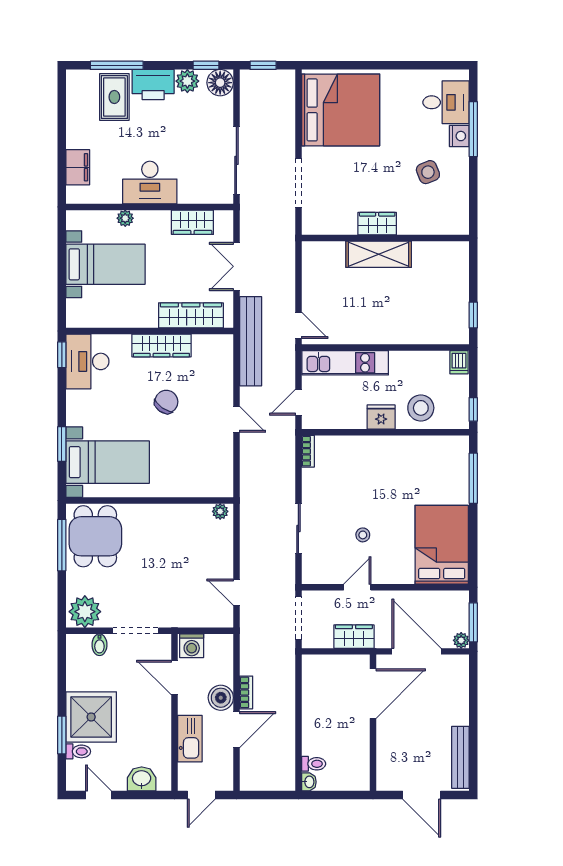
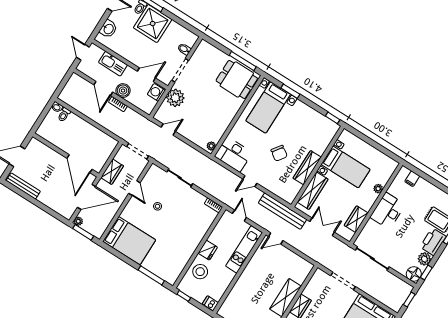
filing cabinet: (78, 167) -> (412, 179), width x0.50
bed with nightstands: (105, 264) -> (346, 167), moved, turned -90
desk: (87, 361) -> (233, 154), moved, turned 180
plant: (85, 612) -> (175, 98), moved

